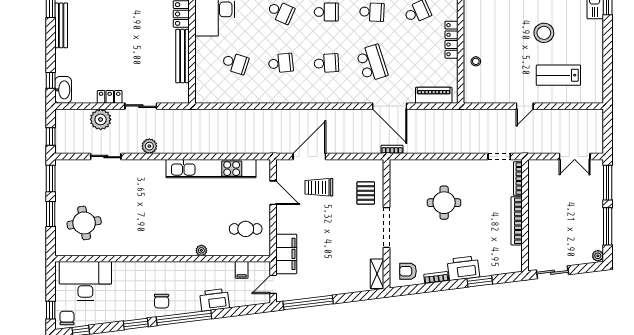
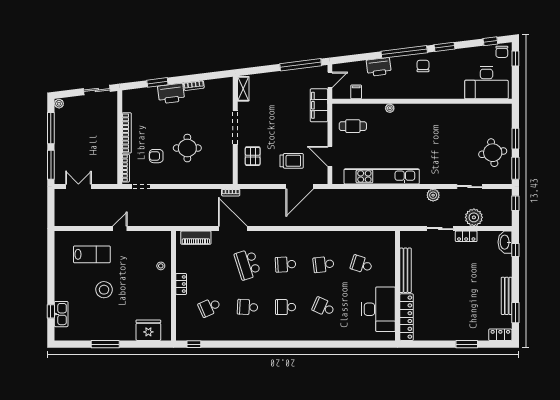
locker: (451, 40) -> (181, 284), width x0.66
round table: (84, 223) -> (493, 153), moved
armchair: (408, 271) -> (156, 156), moved, turned 180

